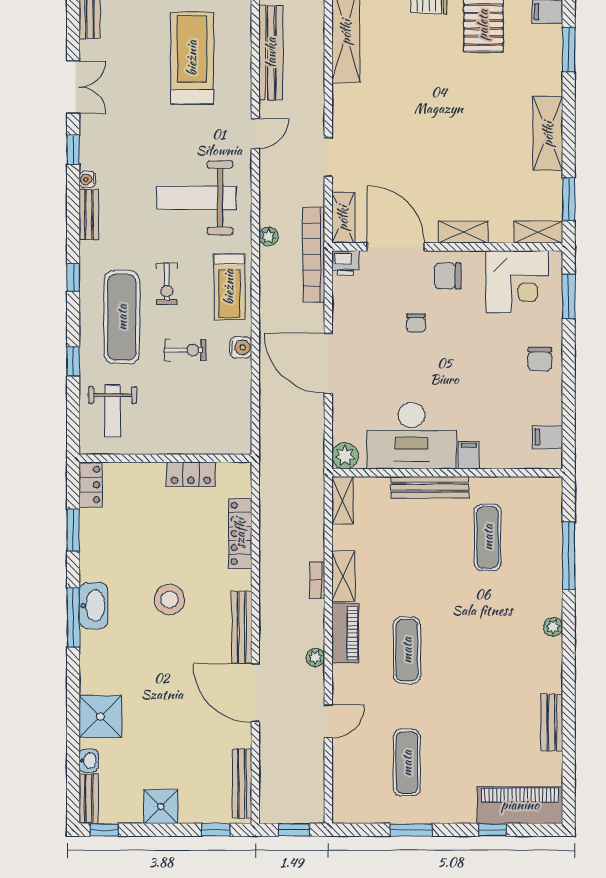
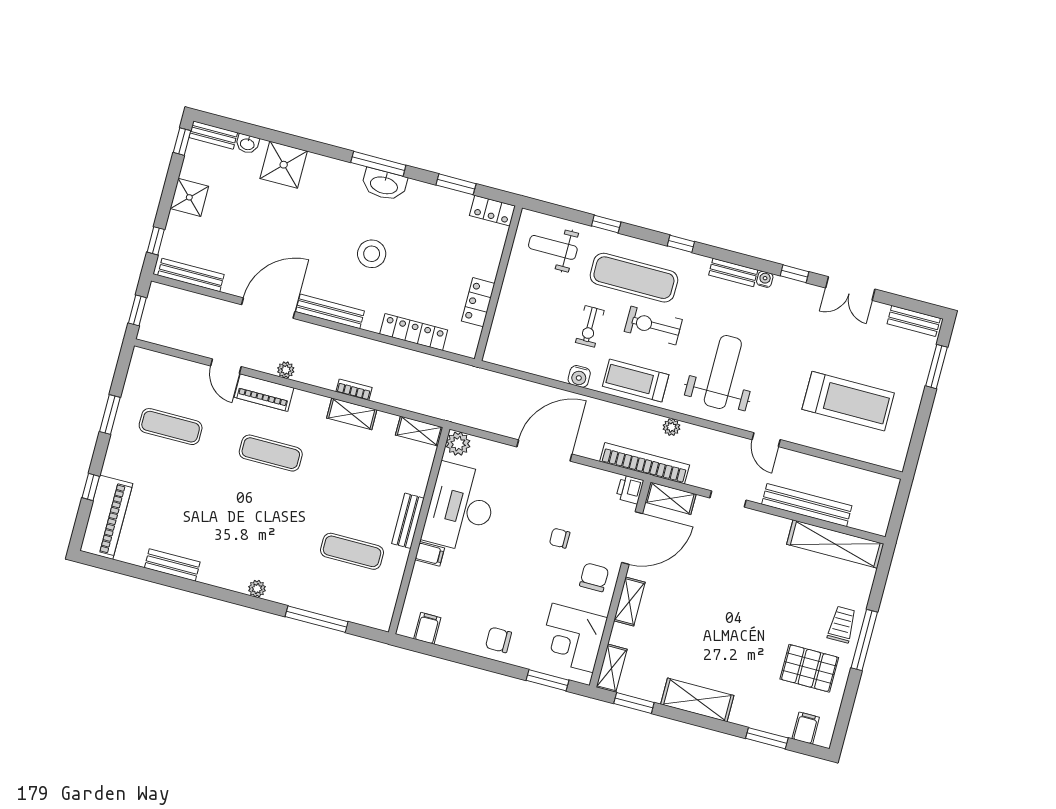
bench: (271, 53) -> (807, 505), moved
exercise bike: (167, 284) -> (653, 326), width x1.38, depth x1.39
bench: (430, 487) -> (408, 521), width x0.73
piano: (345, 633) -> (264, 393), moved

